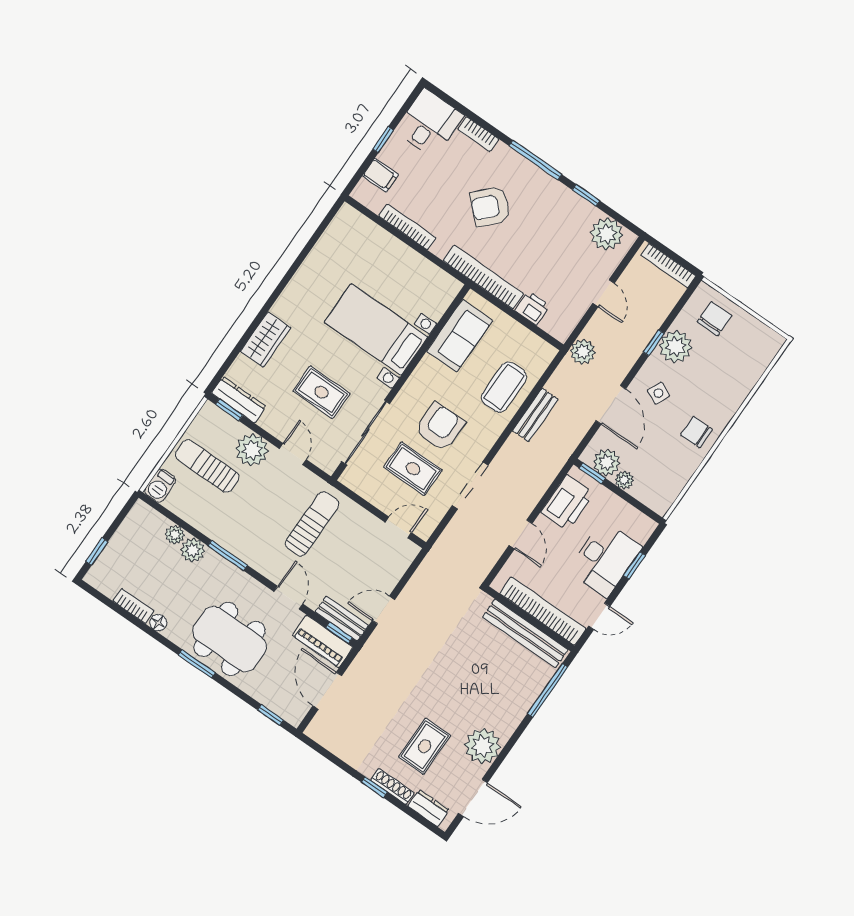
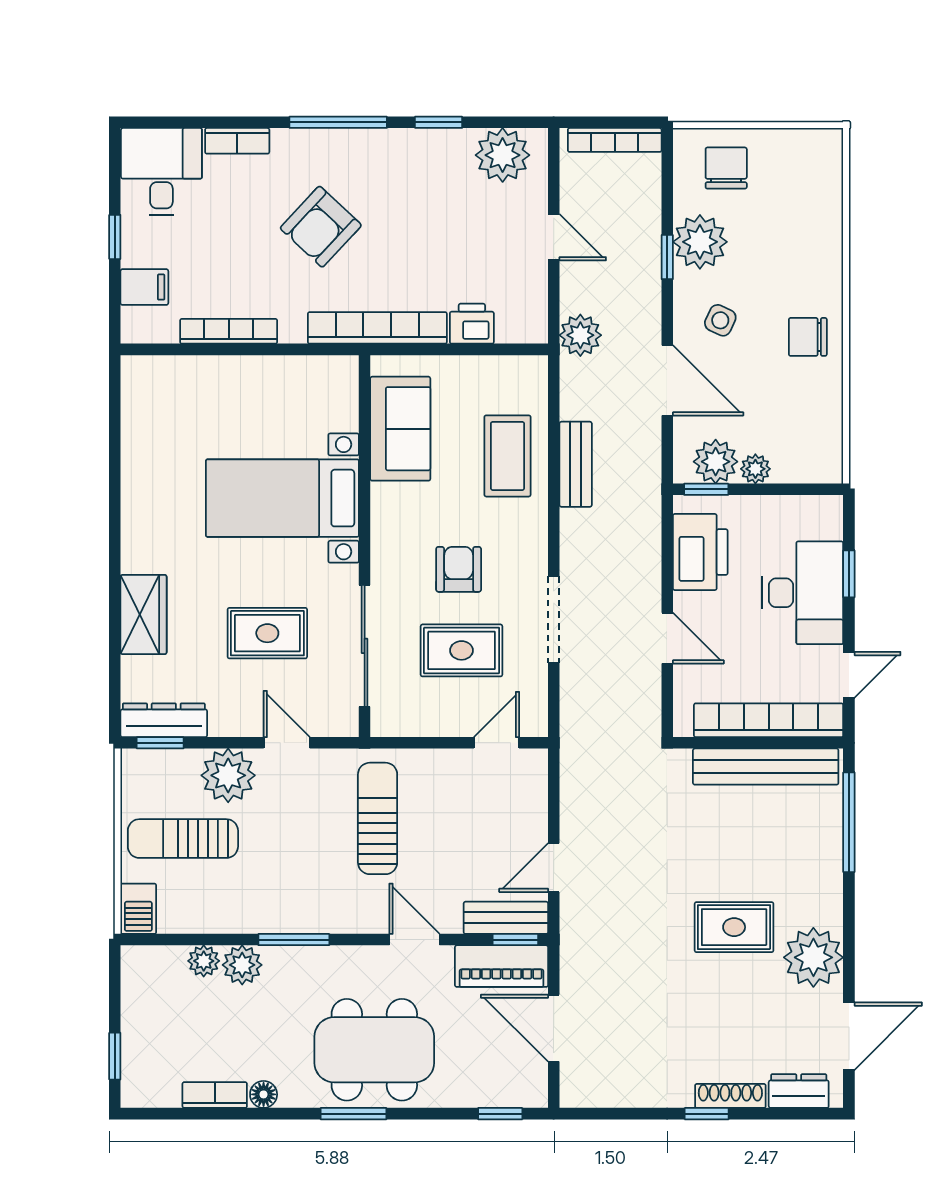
armchair: (440, 427) -> (459, 569), width x0.72, depth x0.72
rug: (425, 746) -> (734, 927), moved, turned 90

